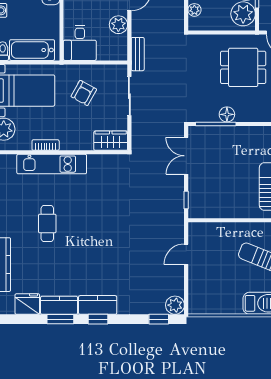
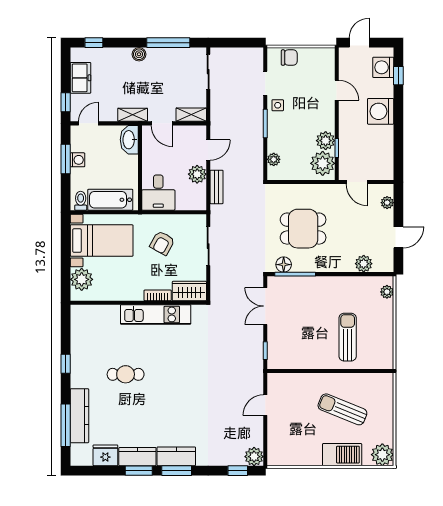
bench: (138, 54) -> (217, 187), moved
dining table: (243, 67) -> (303, 229), moved
floor lamp: (227, 114) -> (284, 265), moved
bookcase: (46, 145) -> (158, 295), moved
kitchen unit: (52, 164) -> (156, 314), moved
cafe table: (47, 223) -> (126, 374), turned 90
window: (98, 319) -> (177, 471), width x1.50

